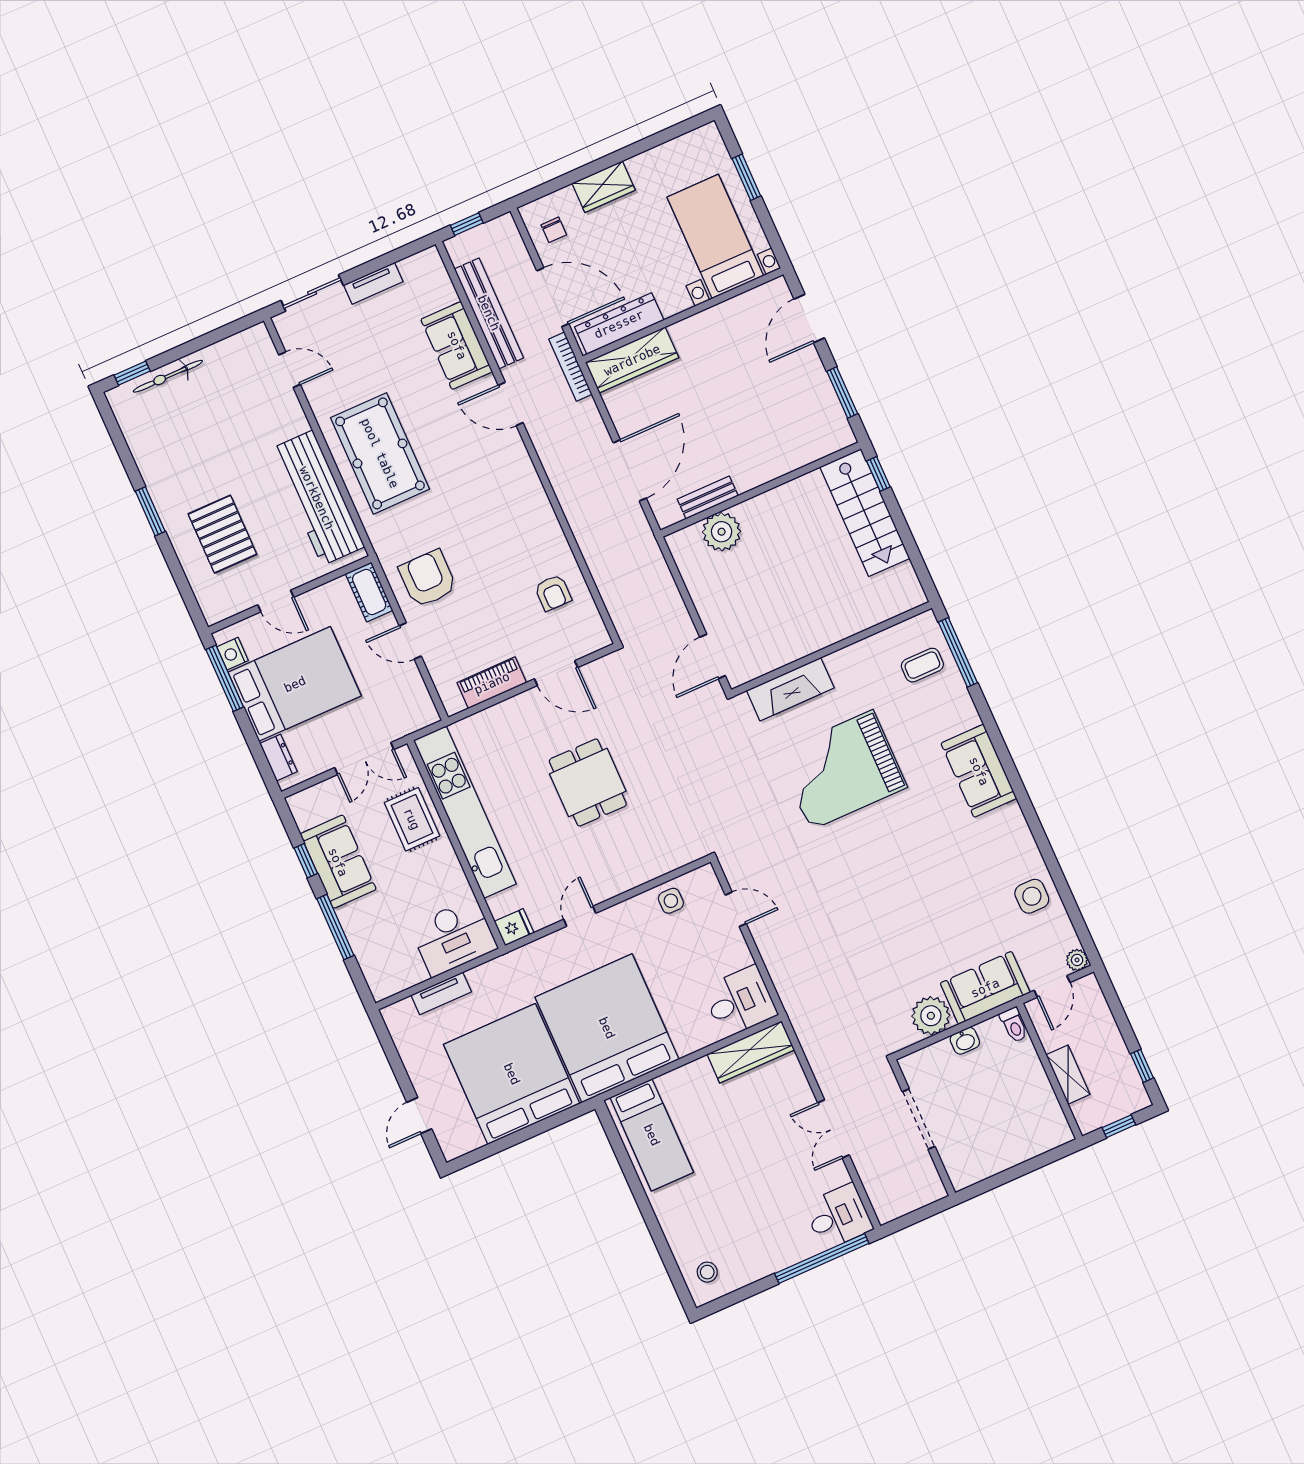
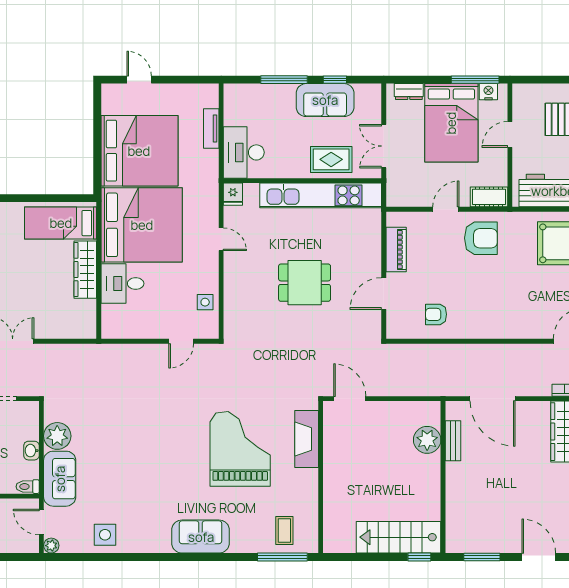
desk: (740, 1001) -> (122, 284), moved, turned 90
wardrobe: (751, 1052) -> (85, 270), moved

